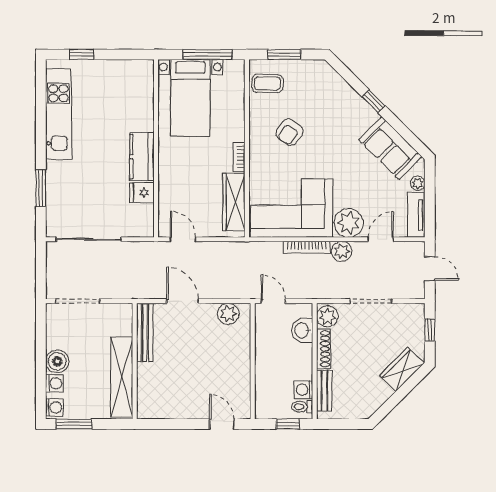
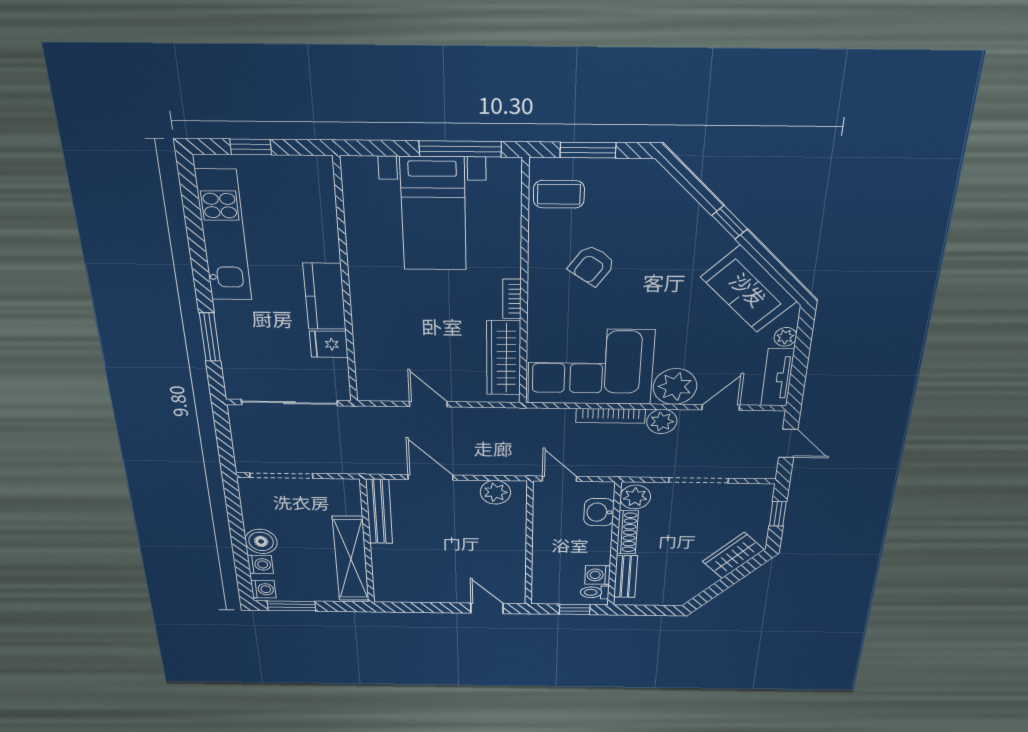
wall: (156, 148) -> (346, 285), moved
kitchen counter: (142, 157) -> (325, 296), moved
fridge: (142, 193) -> (329, 344), moved

